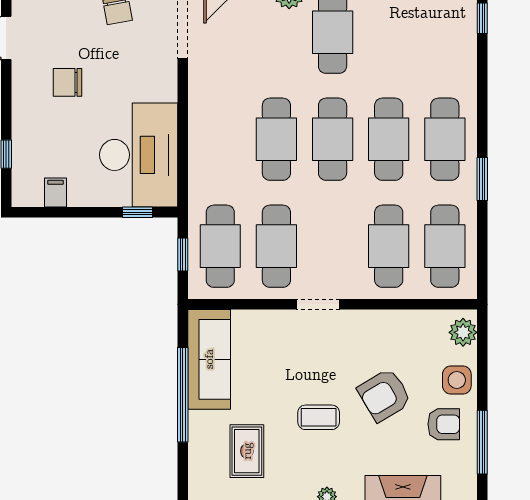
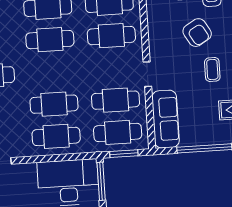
cafe table: (333, 139) -> (56, 136), moved
window: (137, 212) -> (101, 181), width x2.17
window: (183, 255) -> (124, 154), width x1.50
sofa: (209, 359) -> (166, 119), moved, turned 90

